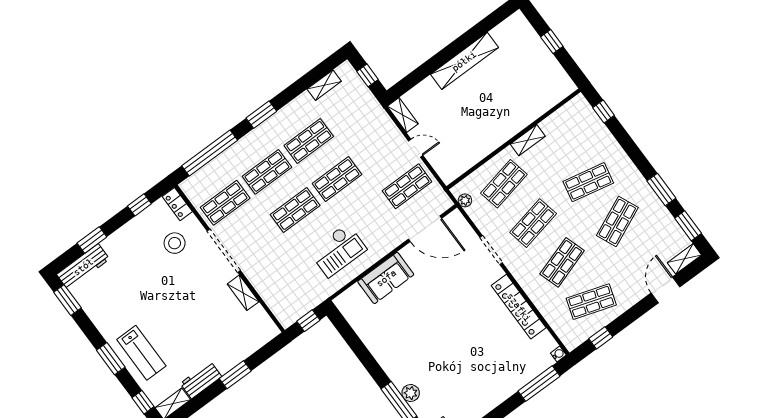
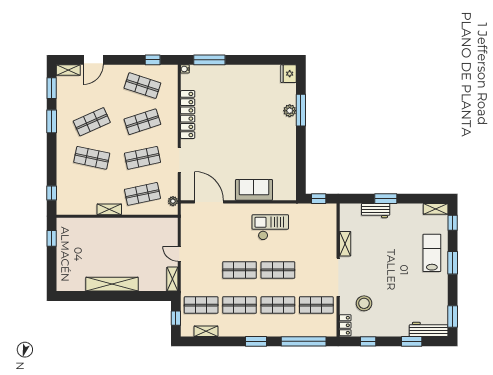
window: (552, 42) -> (52, 238), moved
shop shelf: (407, 186) -> (201, 305), moved
workbench: (201, 380) -> (376, 211), moved

